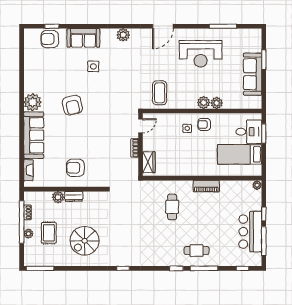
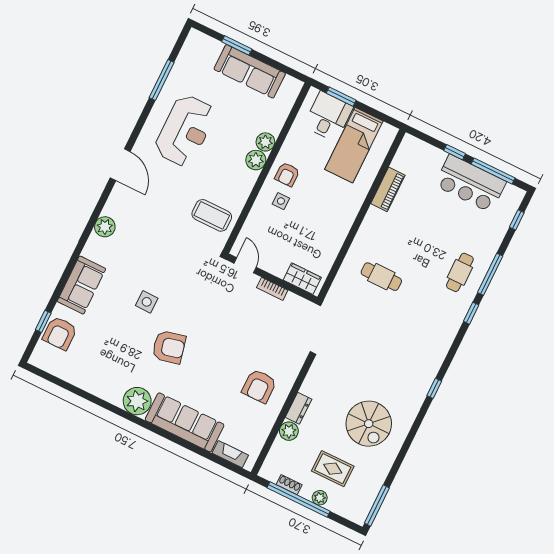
side table: (93, 66) -> (147, 302), moved
plant: (257, 185) -> (409, 142), removed
piano: (206, 186) -> (388, 189), moved

